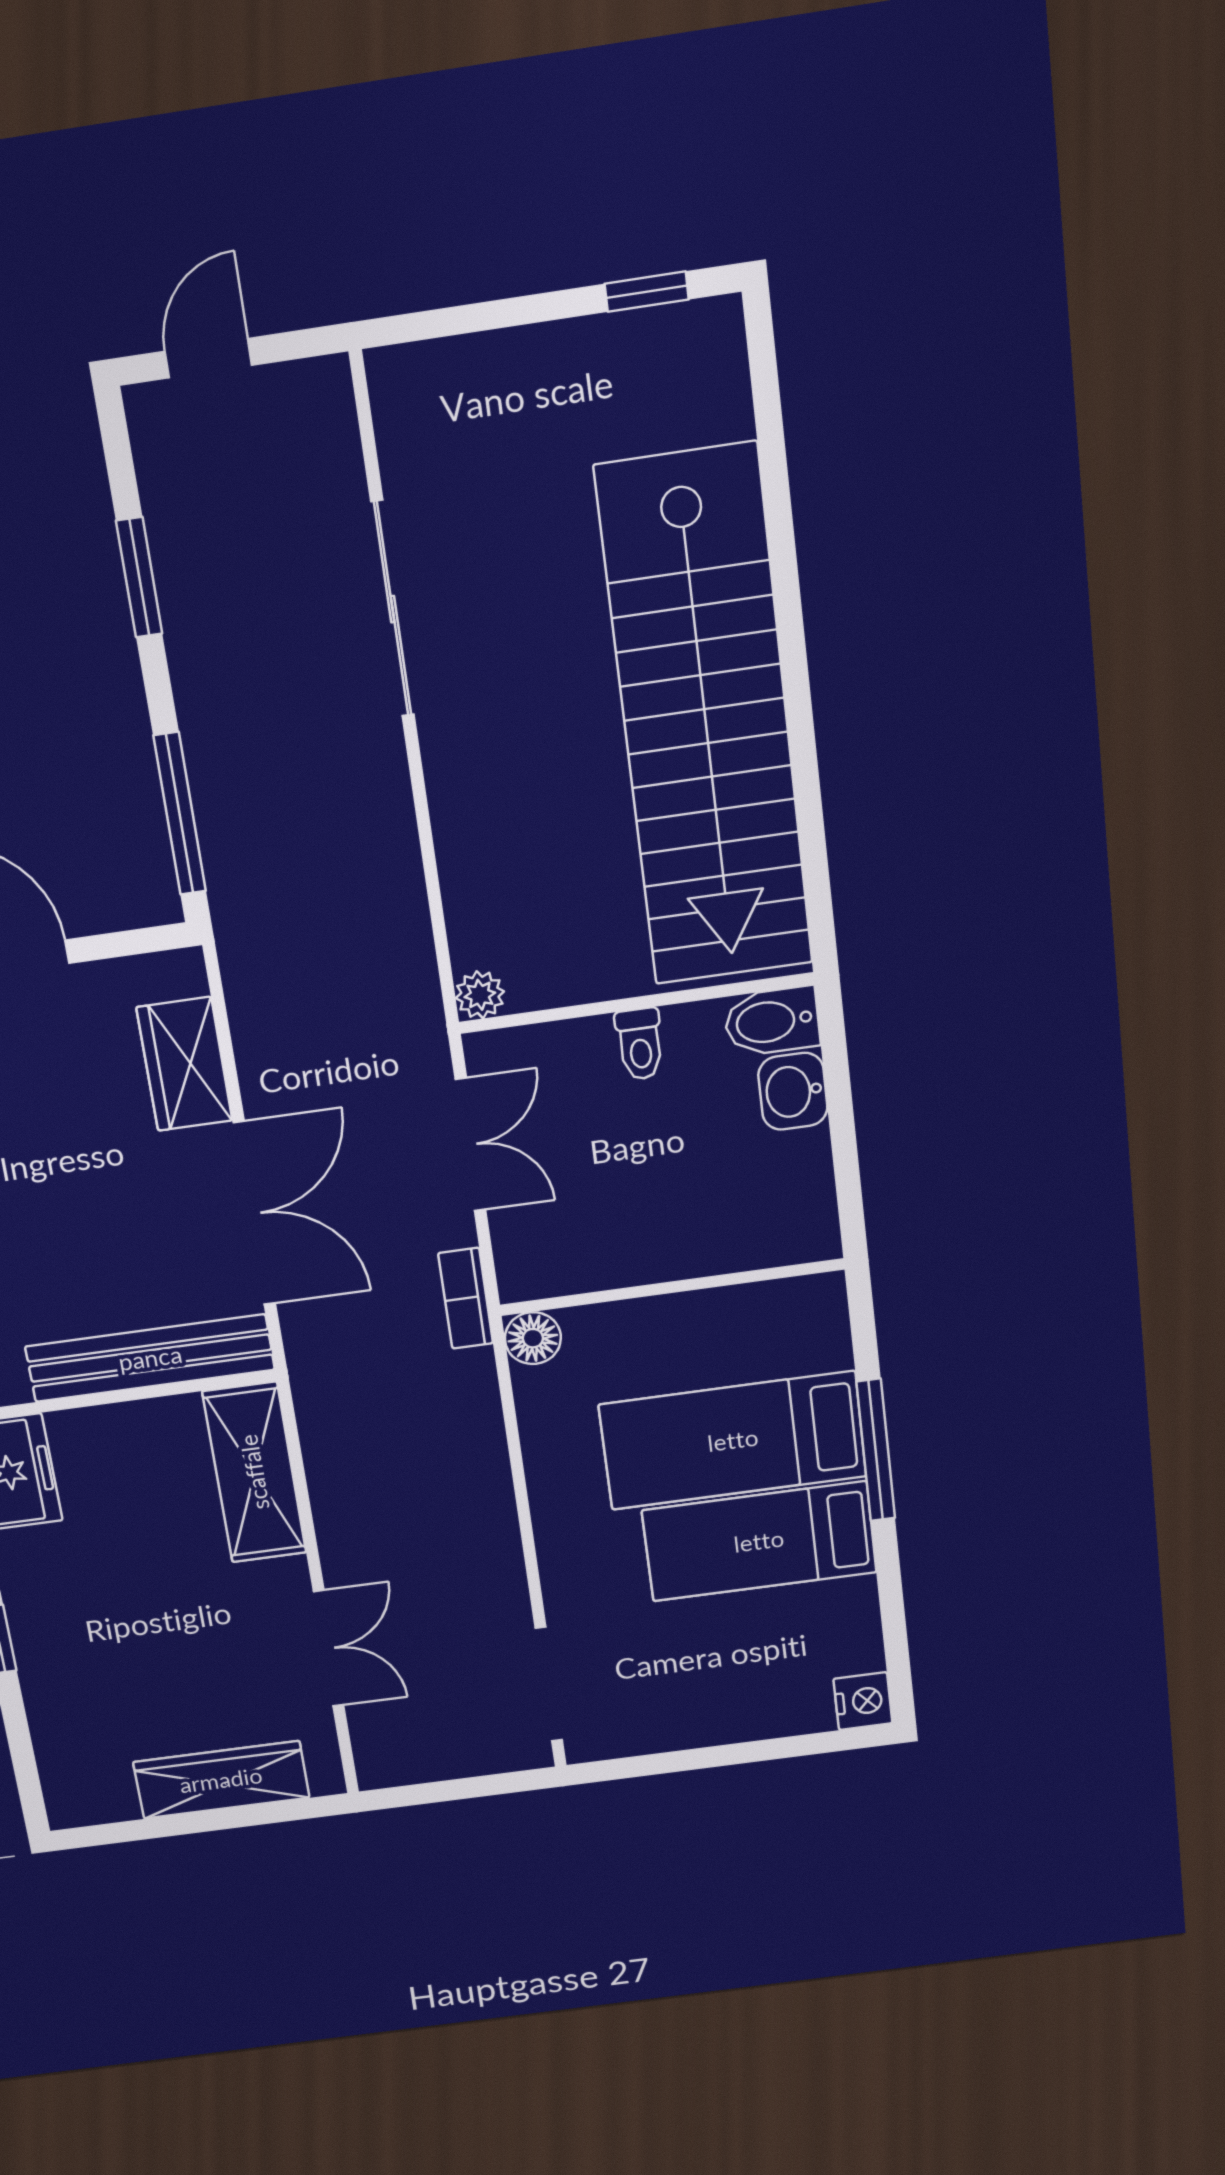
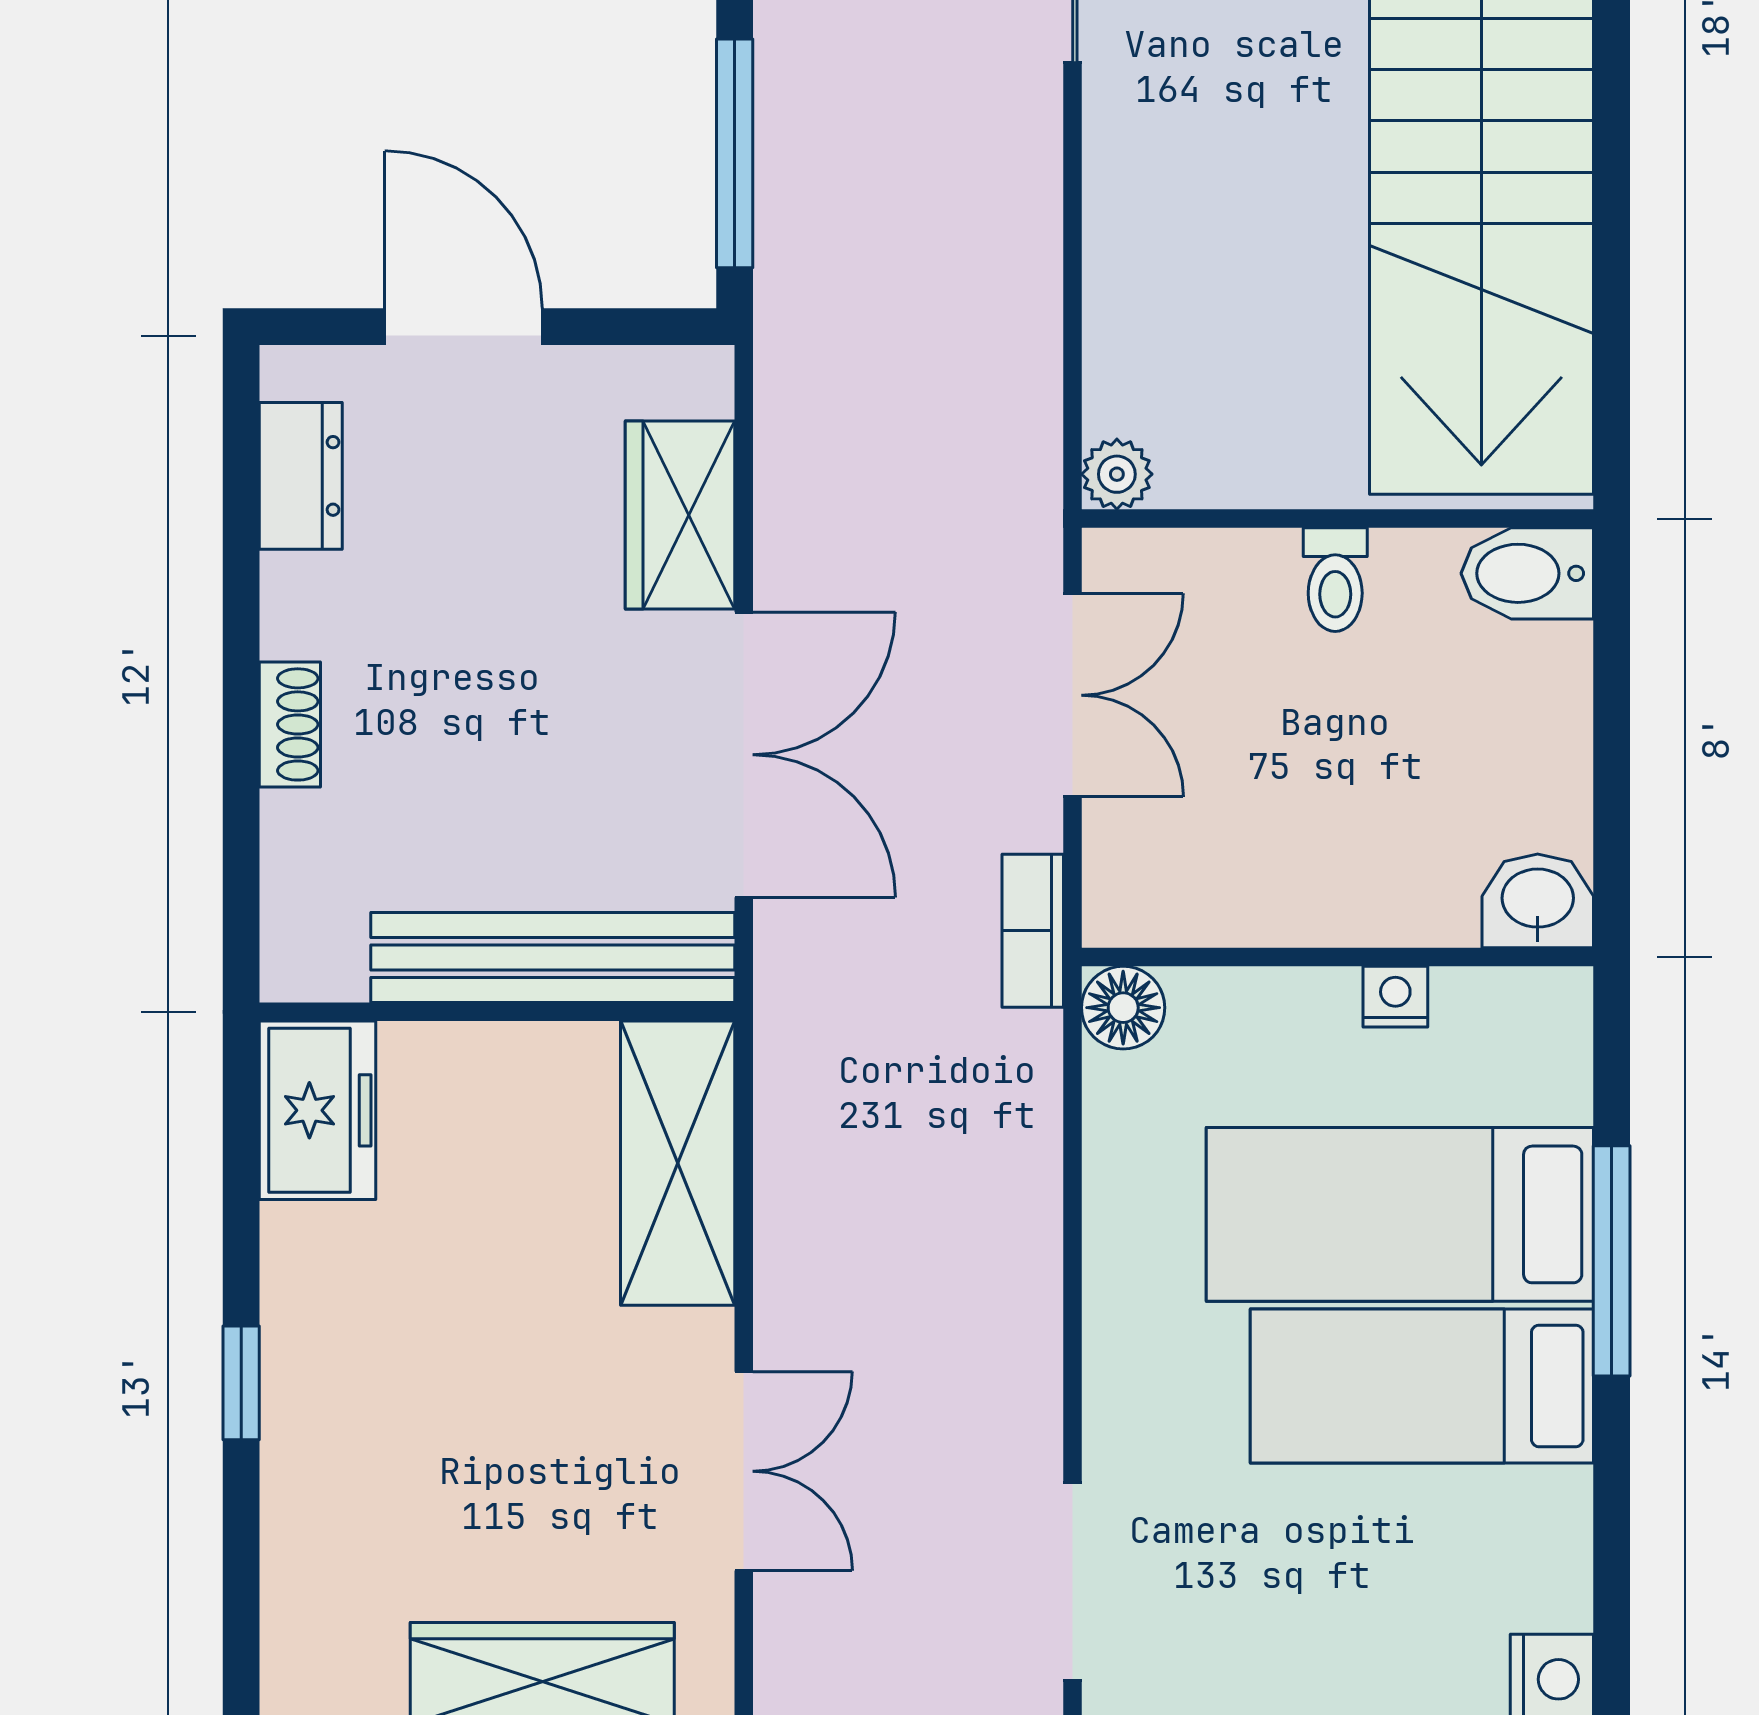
washbasin: (793, 1091) -> (1538, 901), moved, turned 90
nightstand: (714, 1307) -> (1395, 997), added

